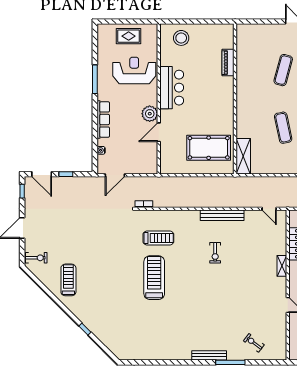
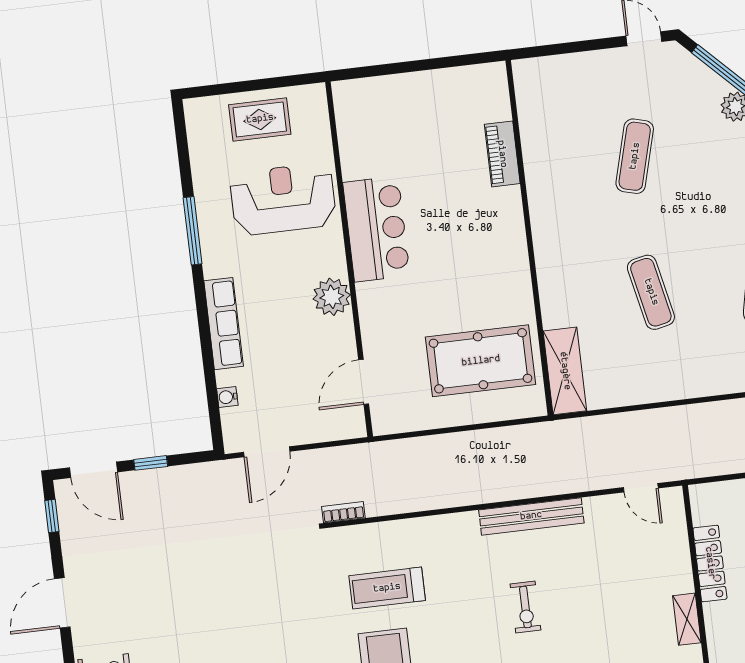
stool: (181, 38) -> (385, 109), removed
door: (159, 132) -> (364, 382), moved
treadmill: (158, 238) -> (387, 588), turned 180

